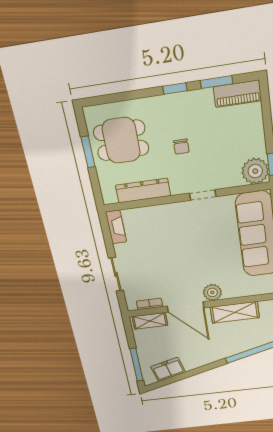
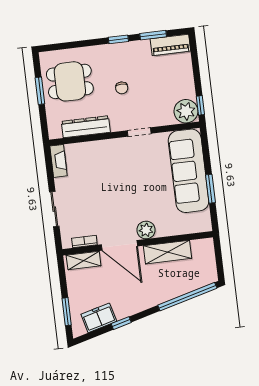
window: (137, 365) -> (67, 312), width x0.69
window: (190, 373) -> (121, 323), added

